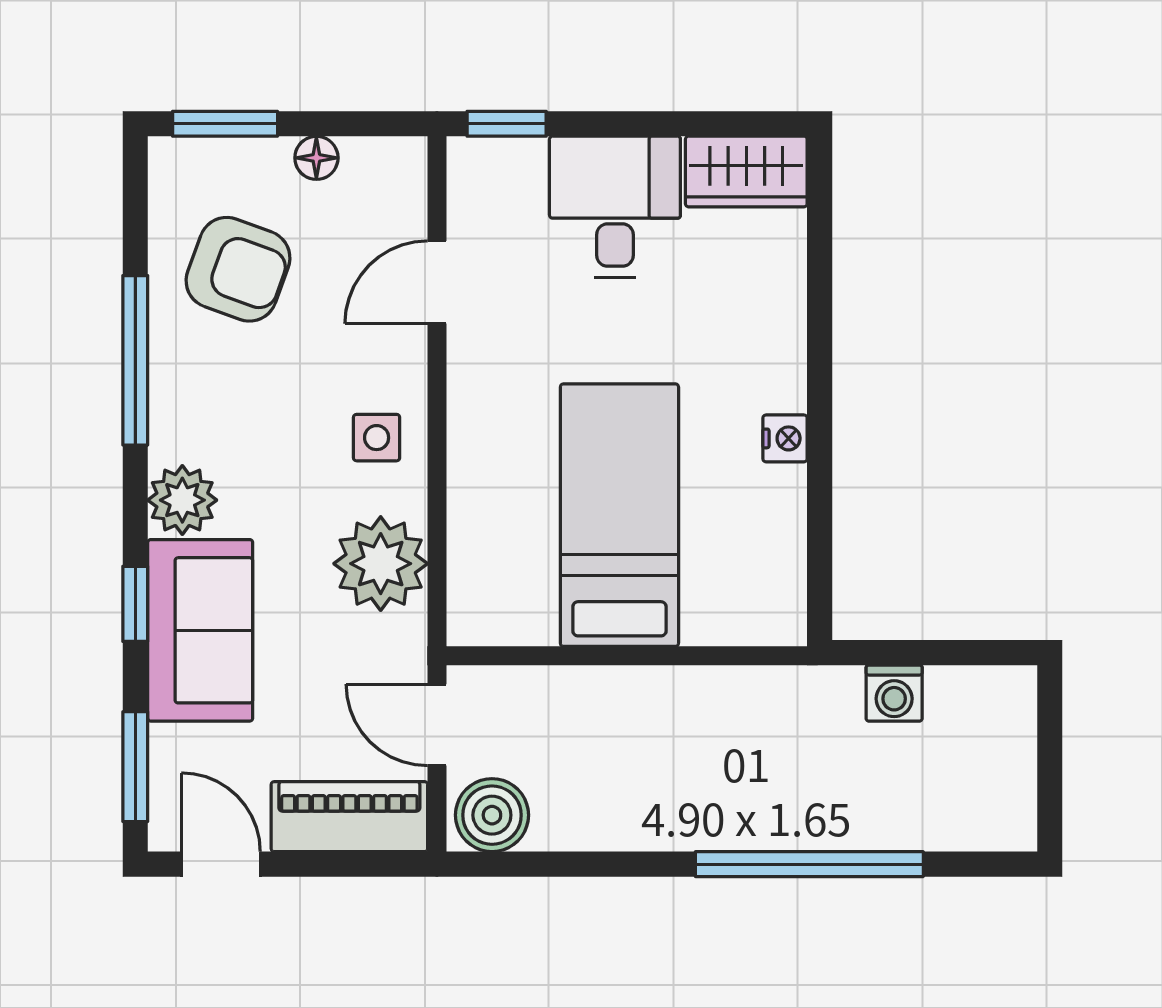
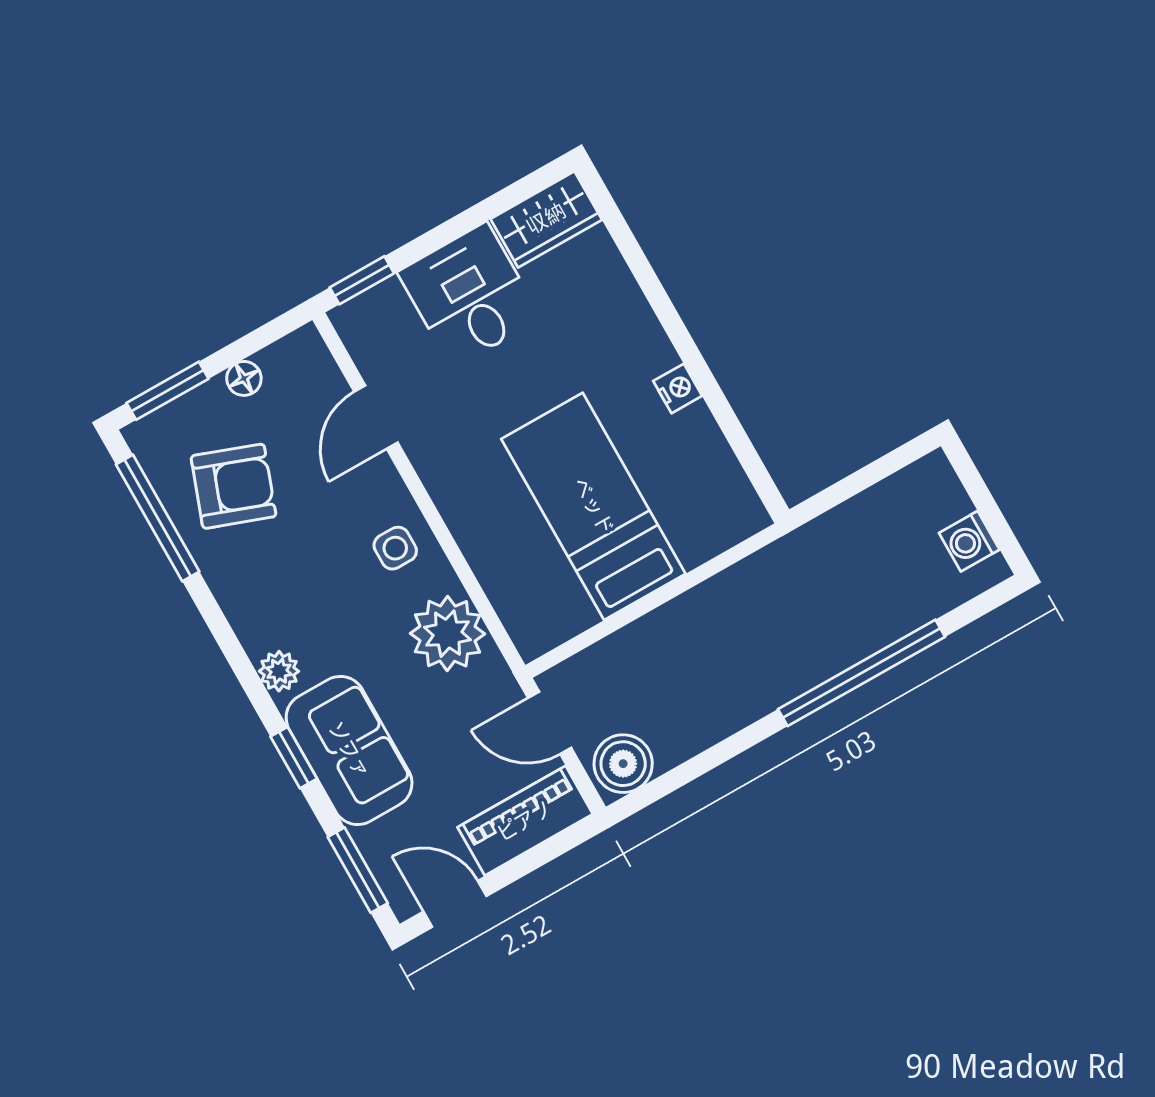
window: (135, 360) -> (158, 518), moved
plant: (182, 500) -> (279, 671), width x0.73, depth x0.73
washing machine: (894, 693) -> (969, 541), moved, turned 90

